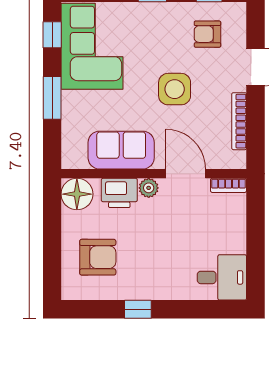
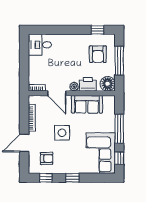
window: (52, 98) -> (119, 129), width x1.44
window: (52, 243) -> (119, 61), added
armchair: (98, 257) -> (98, 54), turned -90
window: (138, 309) -> (98, 30), moved

